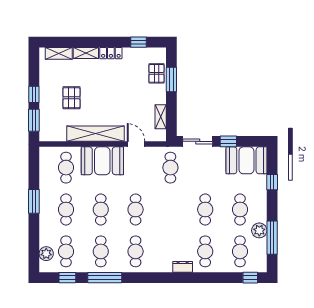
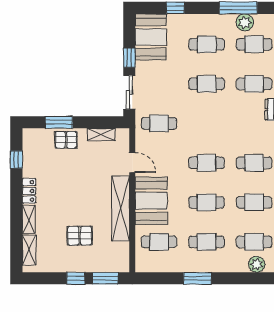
pallet: (156, 73) -> (66, 140), moved
door: (136, 144) -> (132, 162), swing flipped
plant: (259, 230) -> (245, 22), moved

